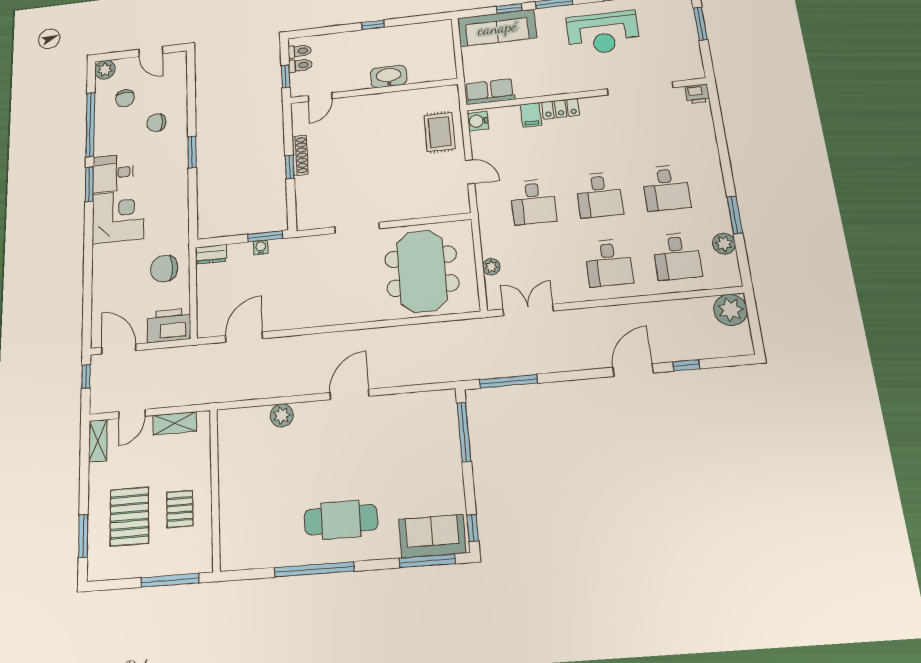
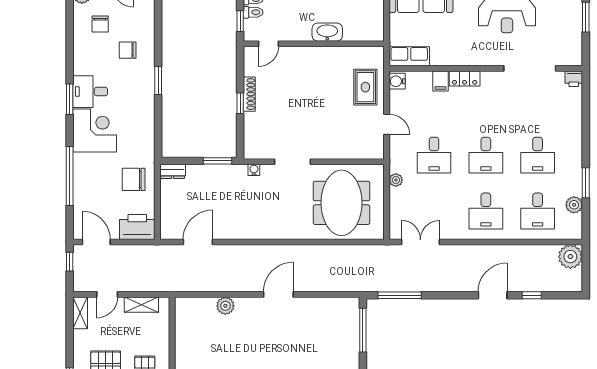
window: (90, 125) -> (70, 176), moved
water cooler: (261, 247) -> (254, 170), moved
plant: (491, 267) -> (396, 180), moved

